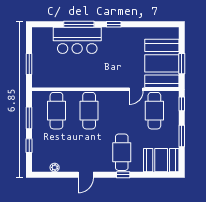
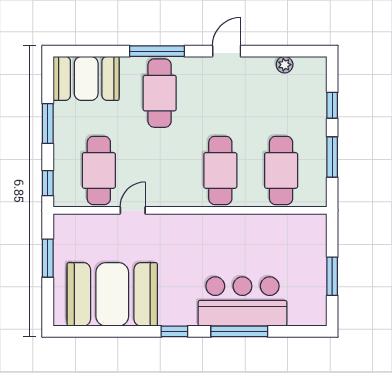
booth: (162, 63) -> (112, 294), moved, turned 90
window: (29, 64) -> (332, 276), moved
window: (123, 175) -> (157, 51), width x2.17

